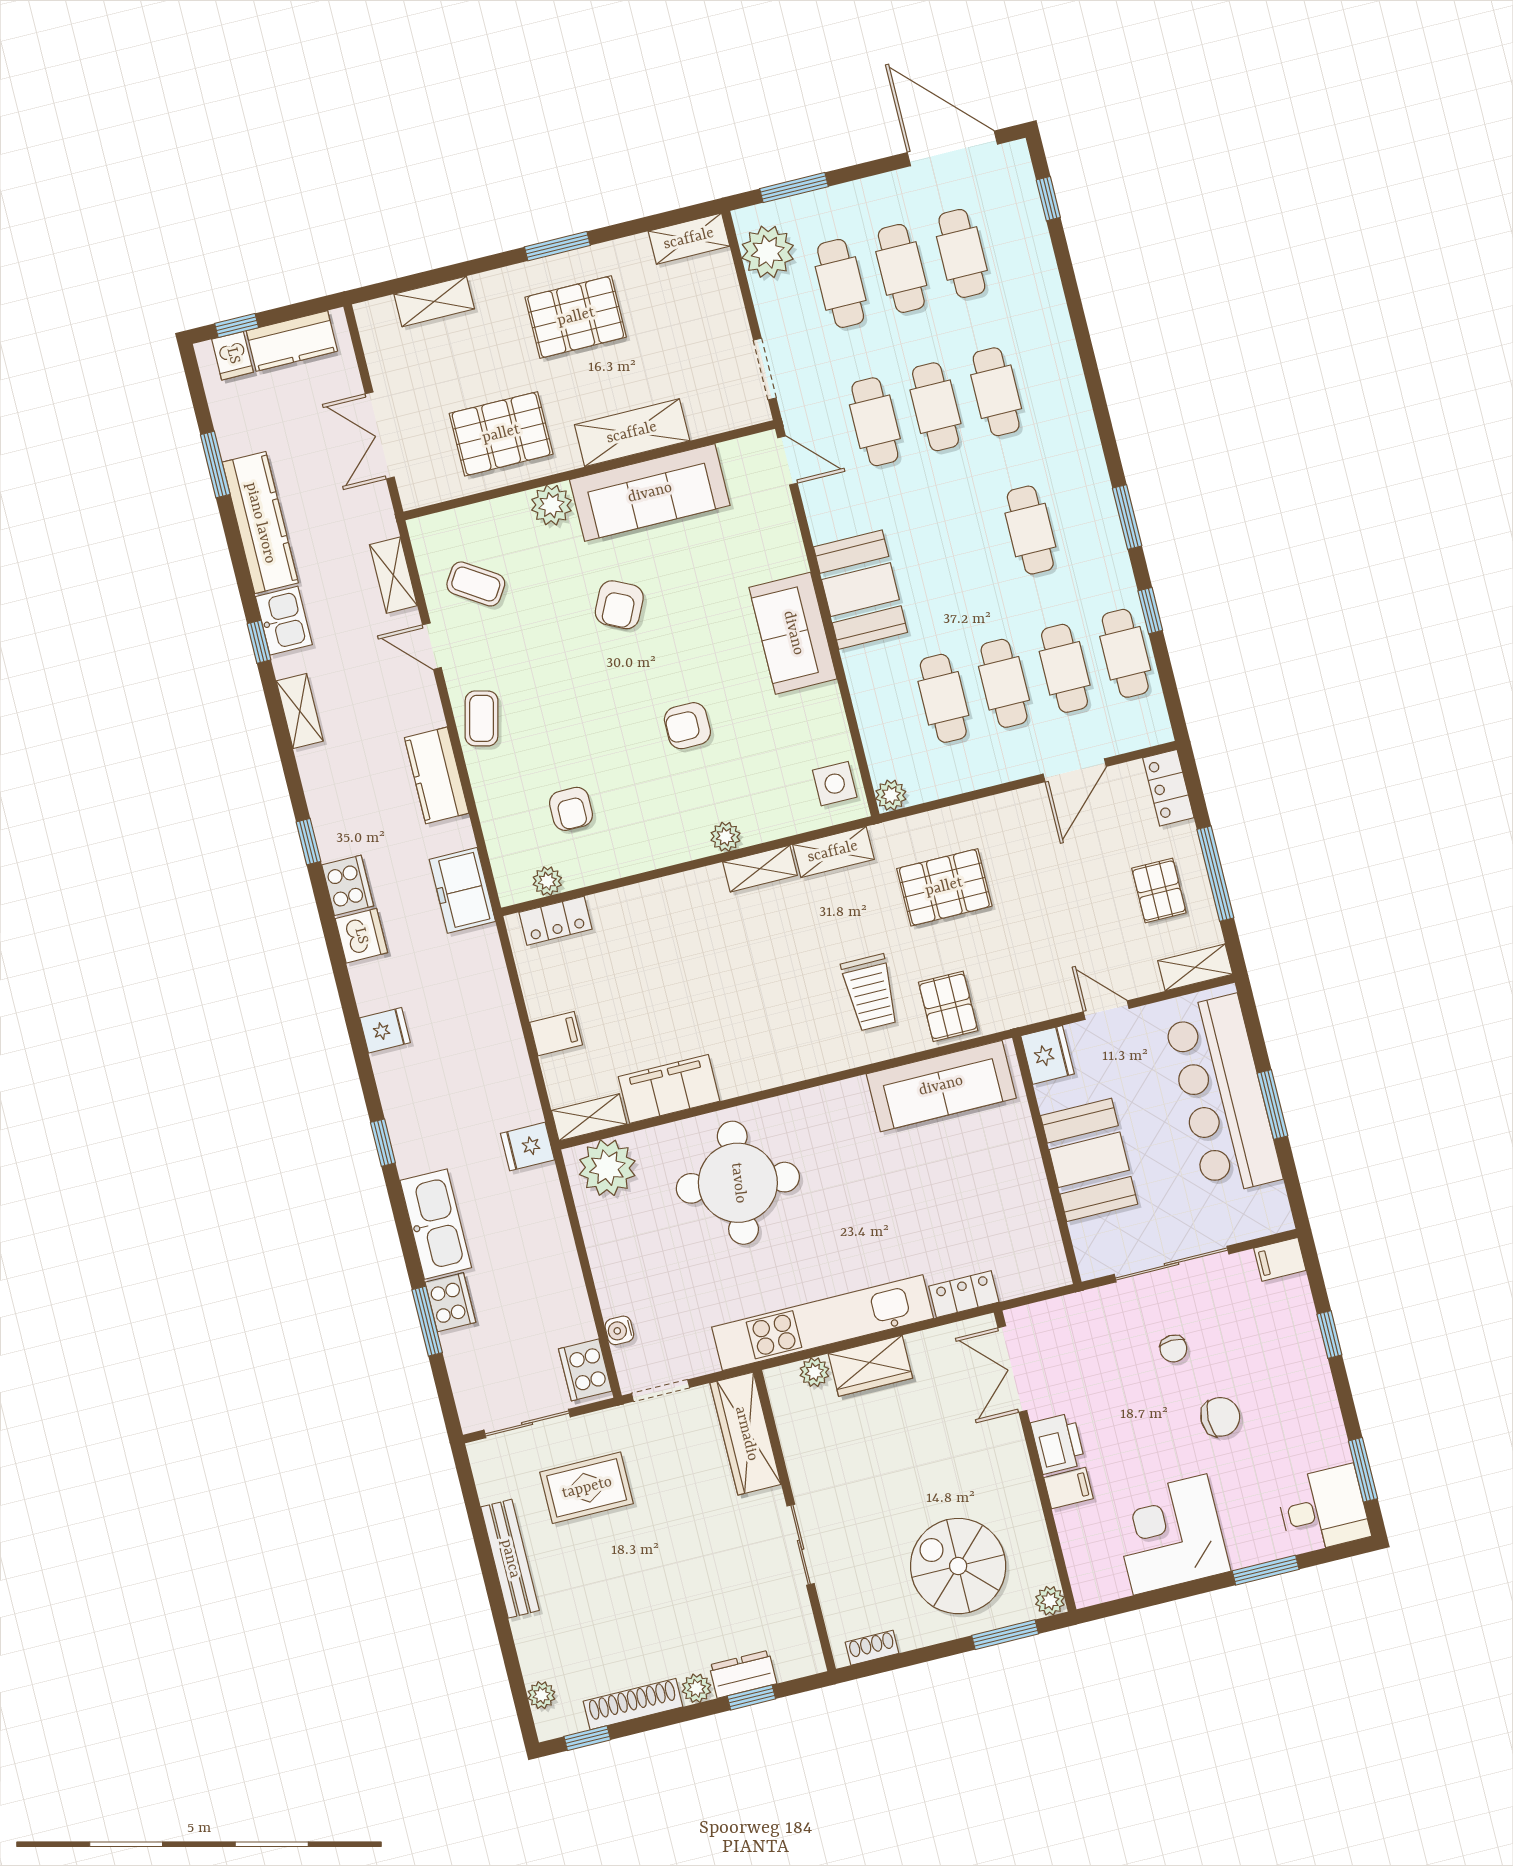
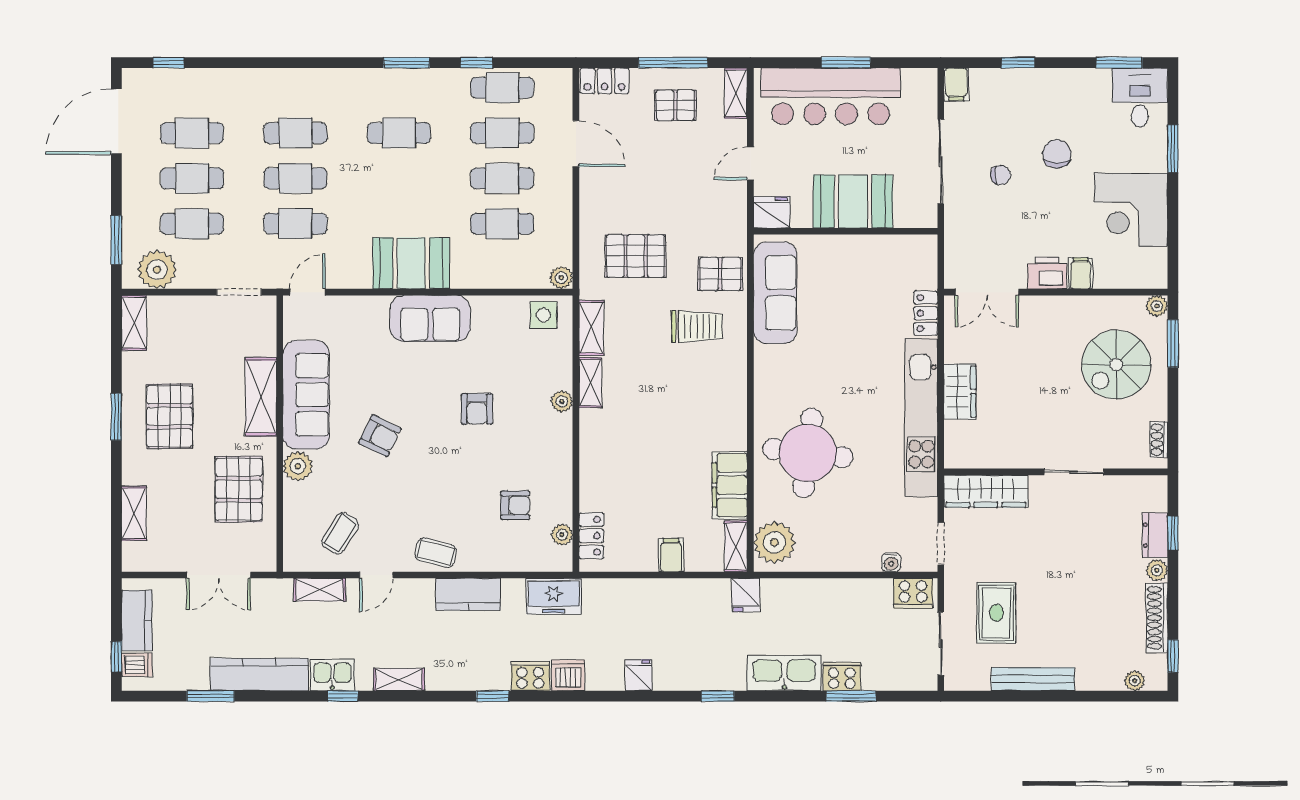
pallet: (944, 887) -> (636, 256), turned 90
plant: (814, 1372) -> (955, 432), removed

